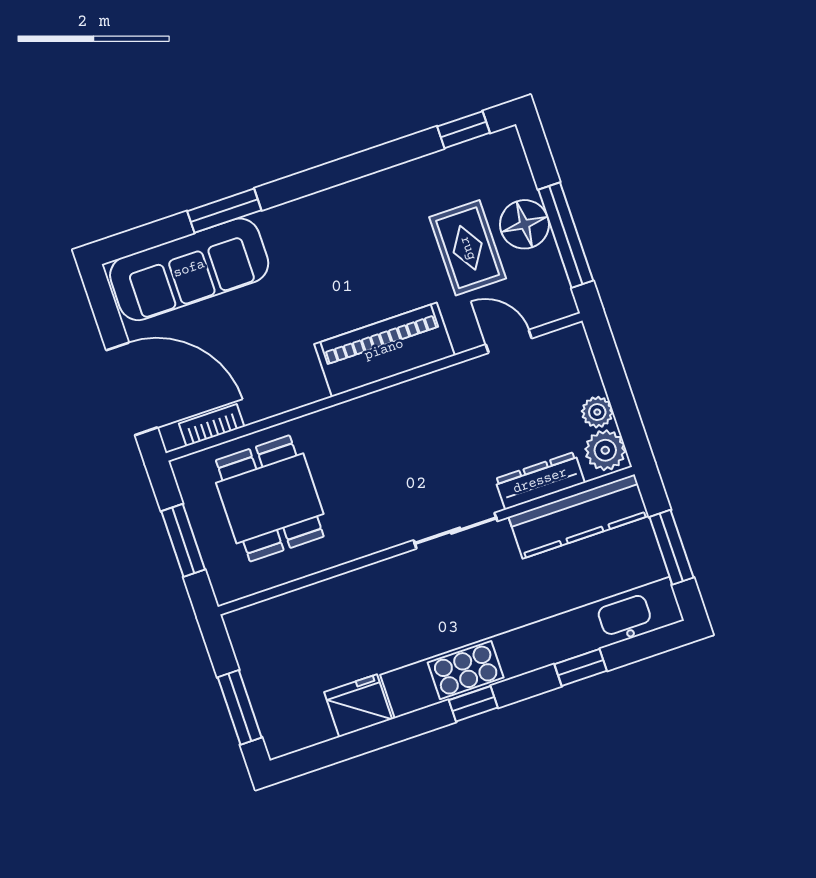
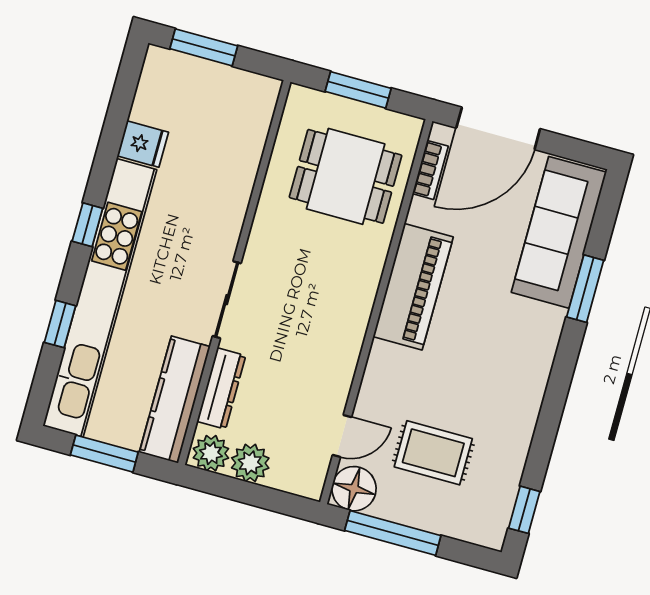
floor lamp: (524, 224) -> (354, 489), moved
piano: (384, 350) -> (413, 287), moved
plant: (597, 412) -> (250, 463), width x1.38, depth x1.38
fridge: (358, 706) -> (143, 144), width x0.72

